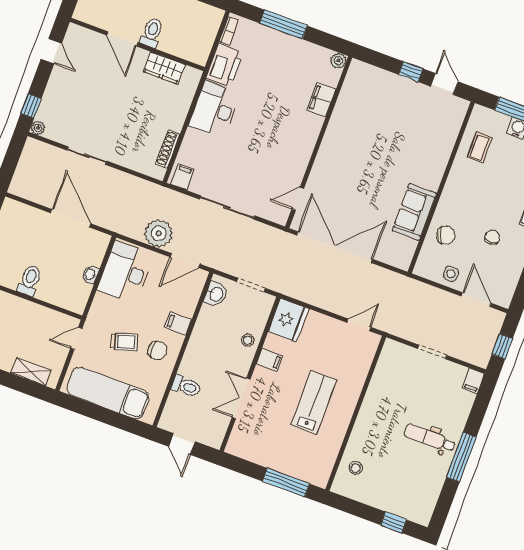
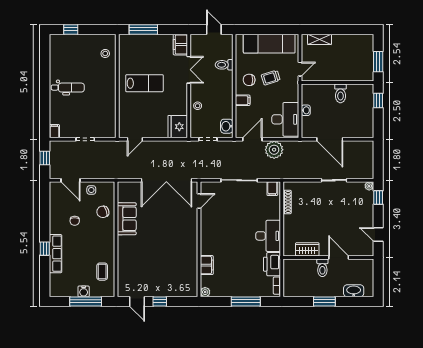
filing cabinet: (270, 360) -> (180, 45), moved, width x2.00
lab bench: (314, 403) -> (144, 83), turned -90
window: (461, 457) -> (45, 83), removed

